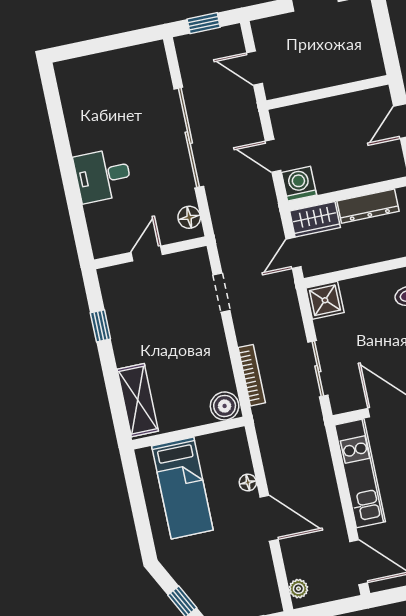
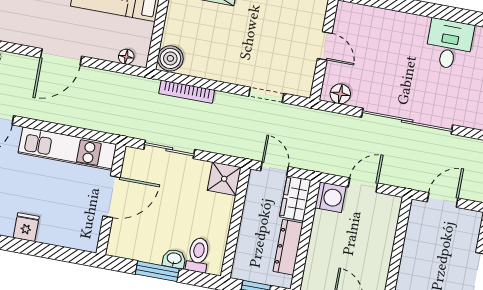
desk: (103, 175) -> (449, 44), moved
floor lamp: (248, 482) -> (126, 57), moved

